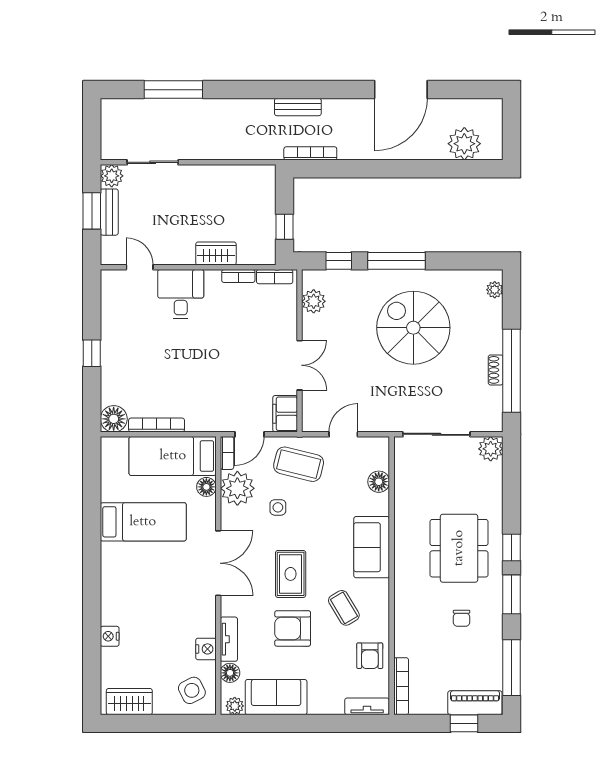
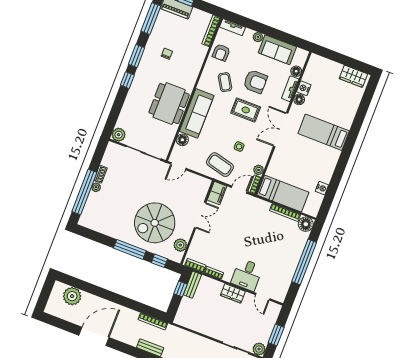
bench: (109, 212) -> (192, 285), moved
wardrobe: (216, 253) -> (233, 293), moved
plant: (495, 290) -> (96, 187), moved
spiral stairs: (413, 328) -> (155, 223), moved, turned 90
window: (92, 353) -> (304, 262), width x3.17
double door: (300, 365) -> (200, 215), swing flipped
window: (512, 371) -> (84, 192), moved
door: (343, 434) -> (178, 166), moved
floor lamp: (206, 487) -> (299, 99), moved
plant: (237, 488) -> (259, 170), width x0.53, depth x0.53
bed: (143, 522) -> (324, 132), moved
sofa: (372, 547) -> (197, 113), width x1.36
dining table: (459, 548) -> (169, 104), moved
rug: (291, 574) -> (246, 110), turned 90
nightstand: (110, 636) -> (322, 188), moved
armchair: (370, 656) -> (221, 53), turned 180
side table: (192, 690) -> (319, 70), removed
plant: (235, 706) -> (258, 37), moved

